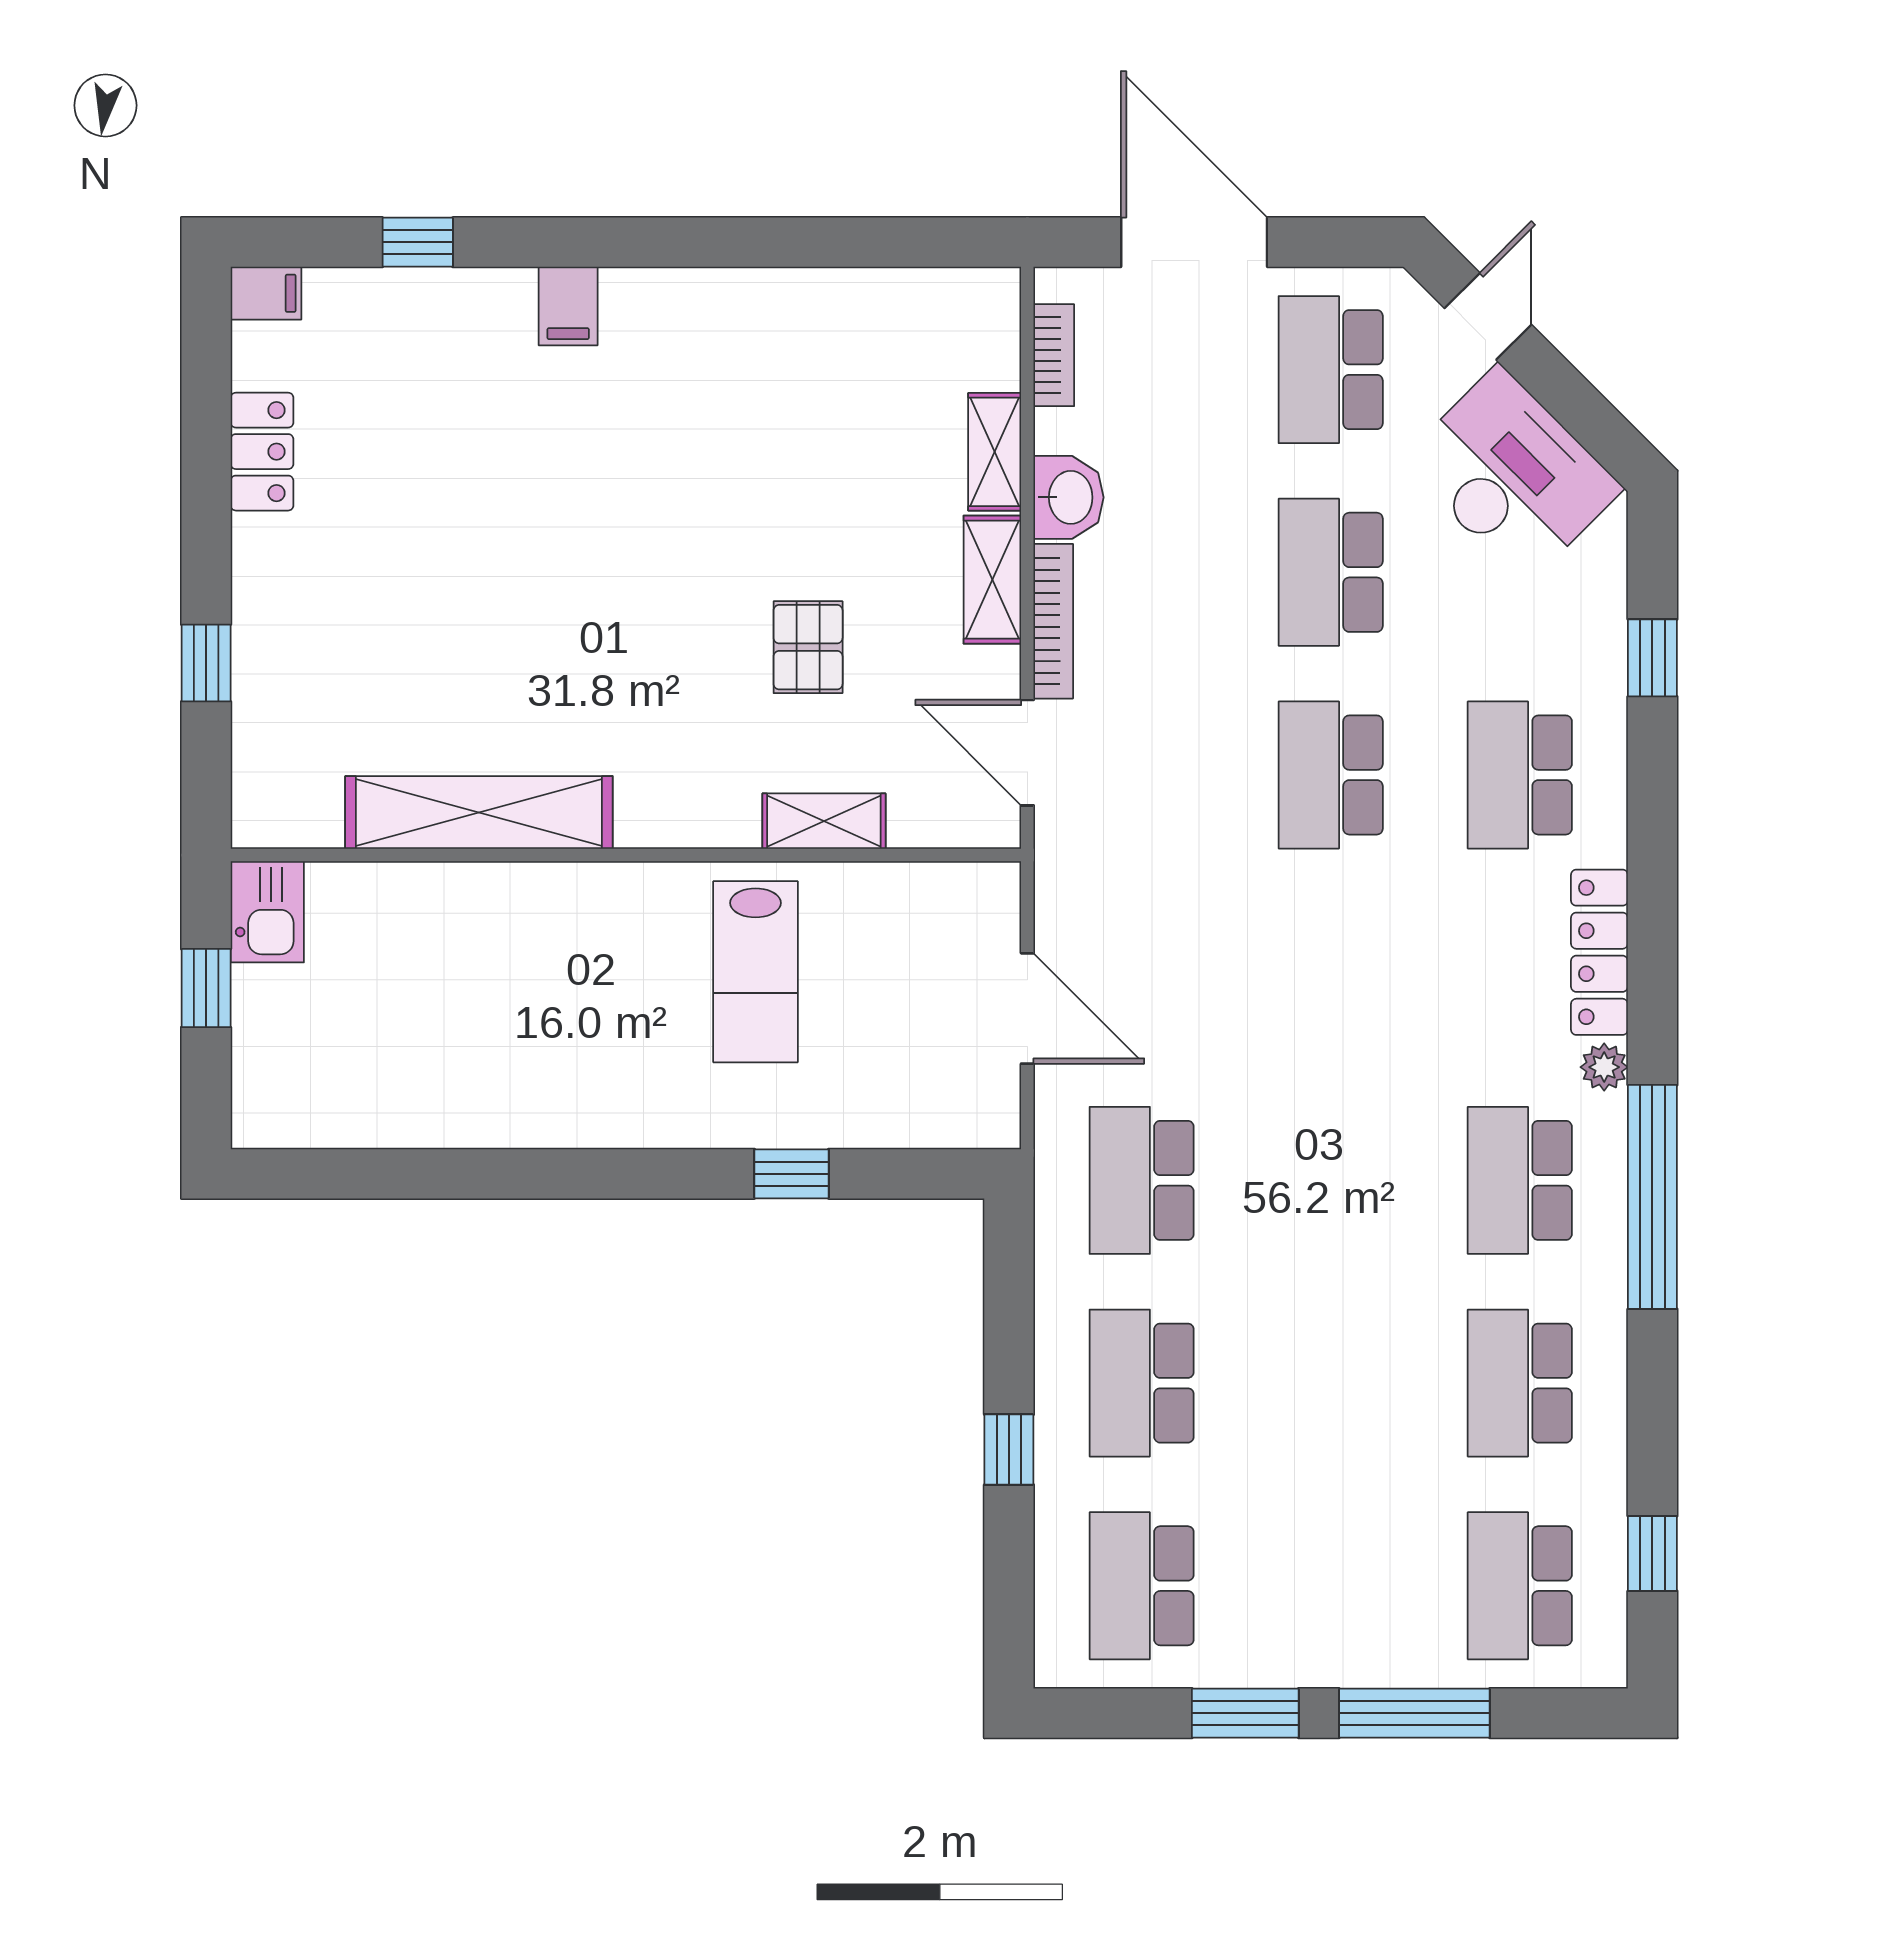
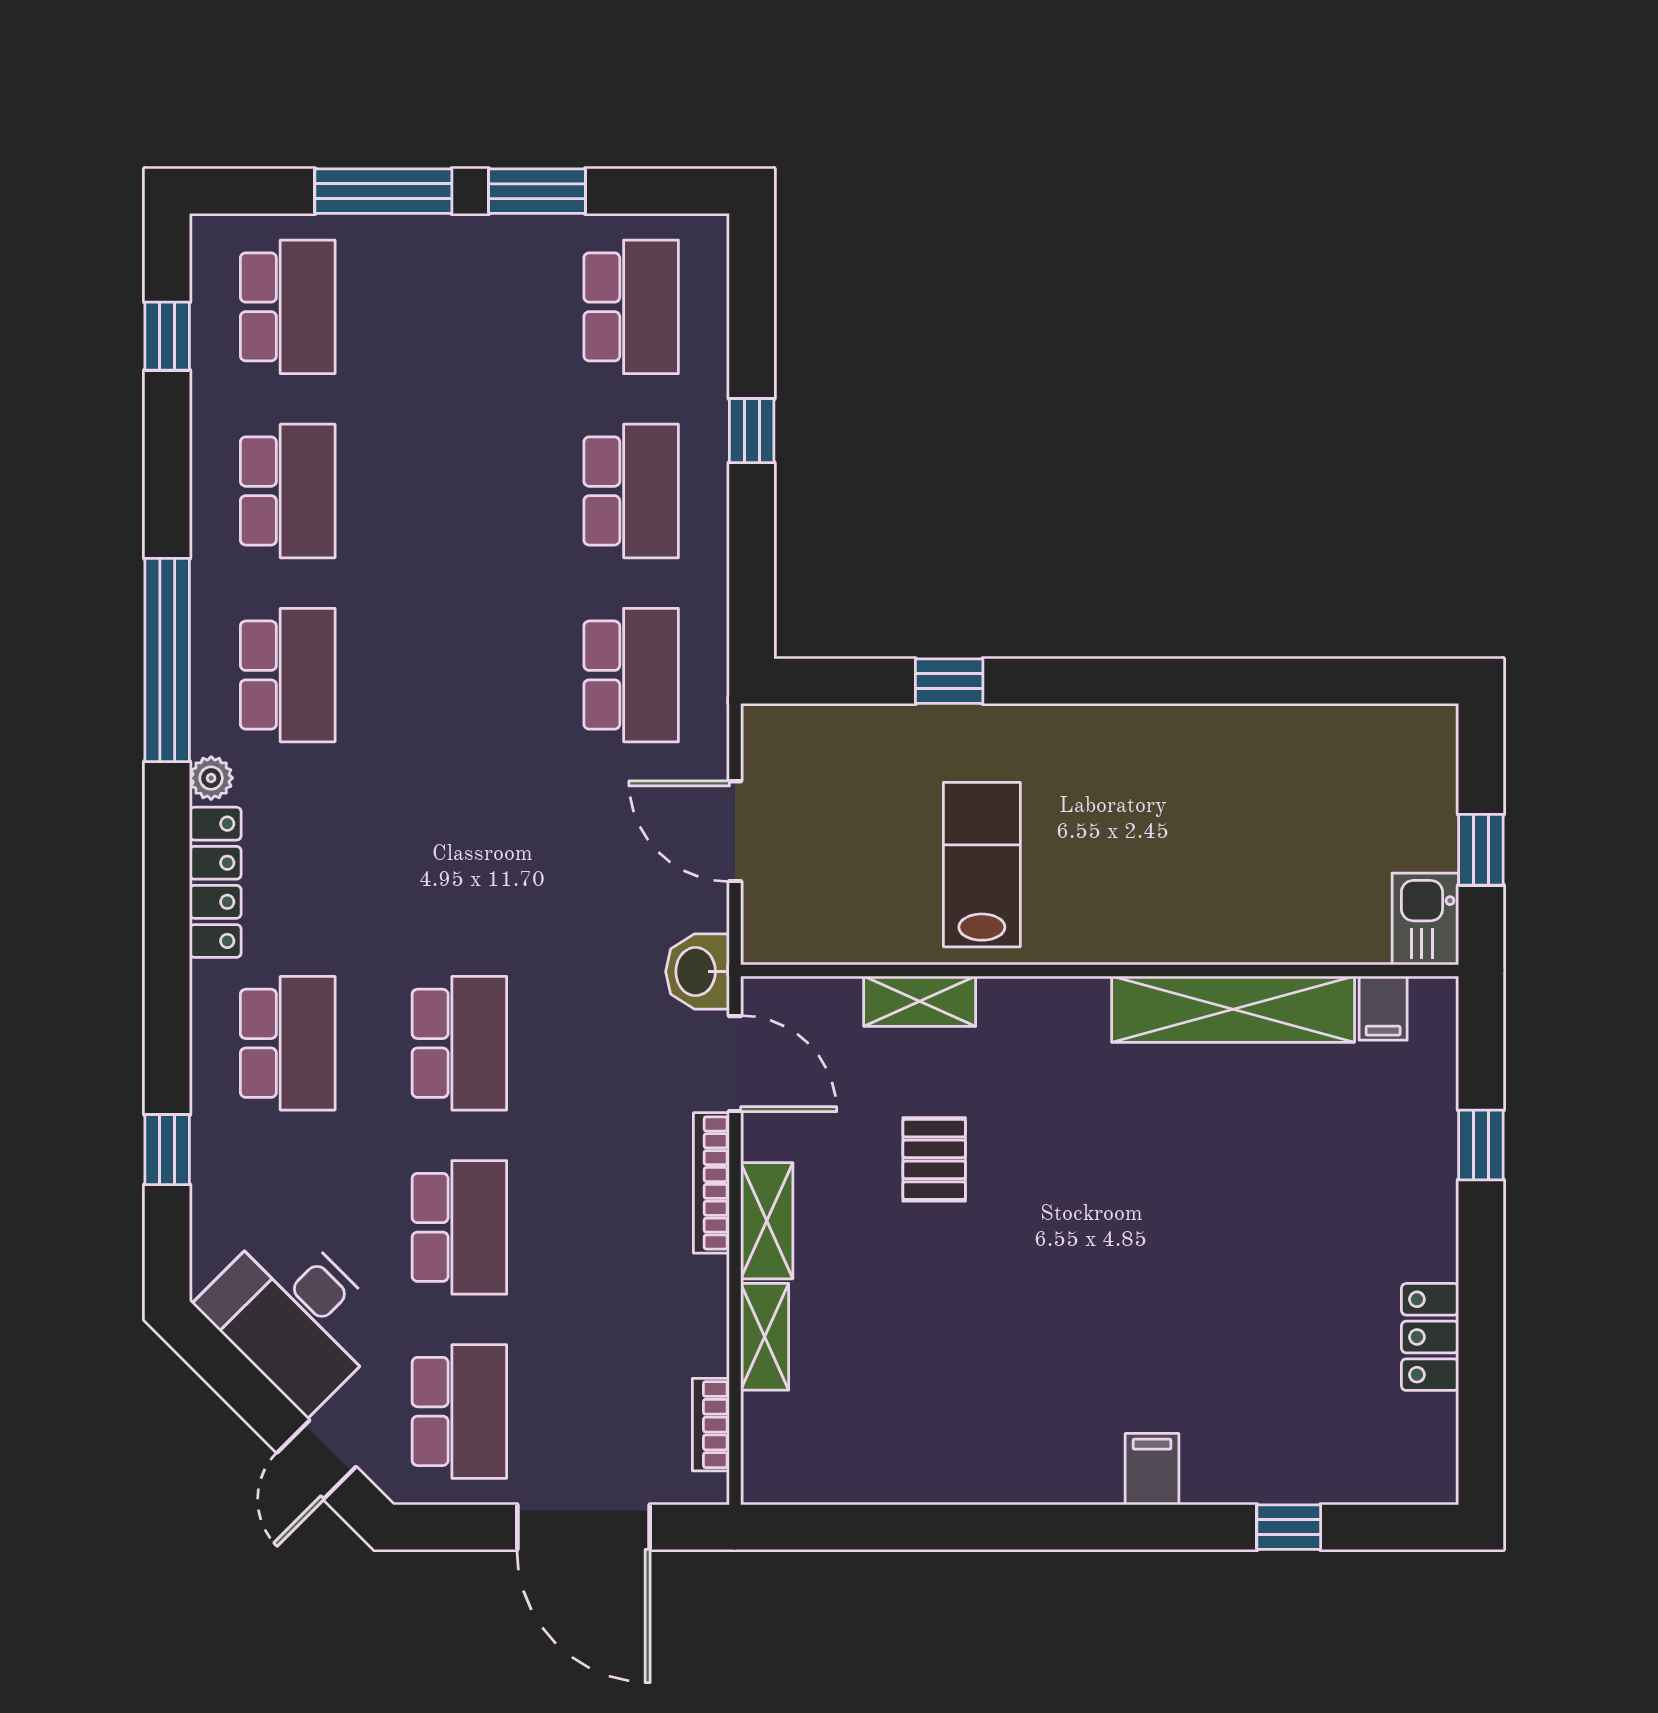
filing cabinet: (266, 293) -> (1383, 1008), moved, turned -90
washbasin: (1069, 497) -> (698, 972), moved

